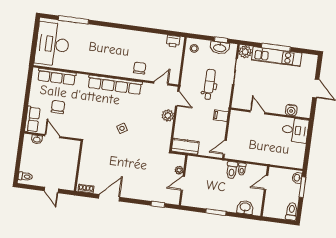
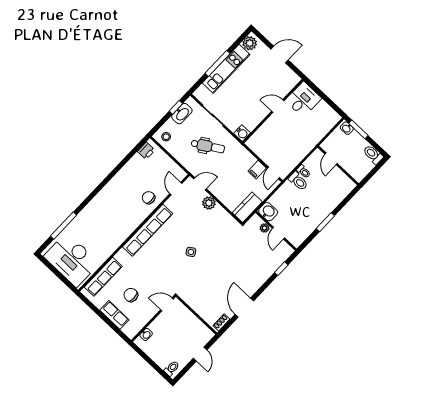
plant: (245, 52) -> (250, 43), moved
dental chair: (209, 84) -> (208, 146), turned 148
water cooler: (291, 110) -> (242, 133), moved
door: (258, 112) -> (278, 106), moved
filing cabinet: (221, 116) -> (257, 170), moved
row of seats: (32, 119) -> (114, 315), moved
door: (52, 136) -> (167, 304), moved
door: (51, 190) -> (200, 354), hinge flipped
washbasin: (245, 207) -> (268, 212), moved, turned 90

